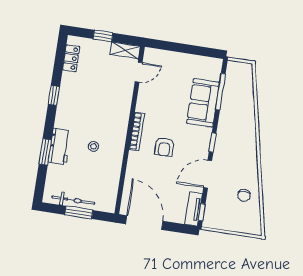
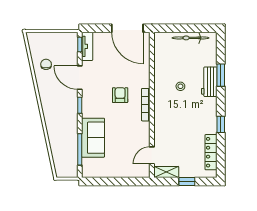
locker: (71, 58) -> (211, 152), width x1.53
door: (208, 174) -> (80, 78), swing flipped
window: (79, 212) -> (184, 28), removed

